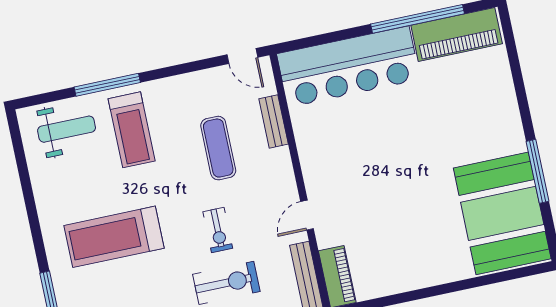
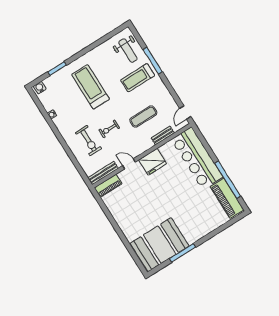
fridge: (321, 164) -> (153, 162), added

